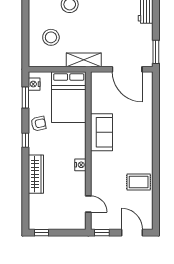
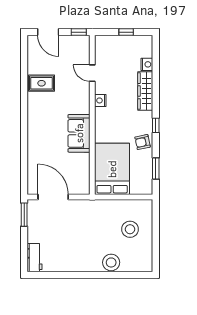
shelving: (84, 60) -> (97, 206), removed
nightstand: (34, 84) -> (147, 64), moved
door: (88, 204) -> (92, 73), moved
window: (41, 233) -> (126, 32), moved

